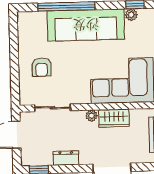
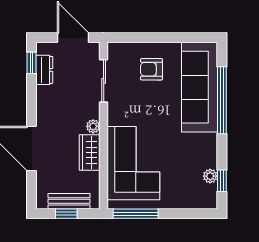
sofa: (86, 25) -> (200, 87), moved
dresser: (66, 158) -> (44, 70), moved

